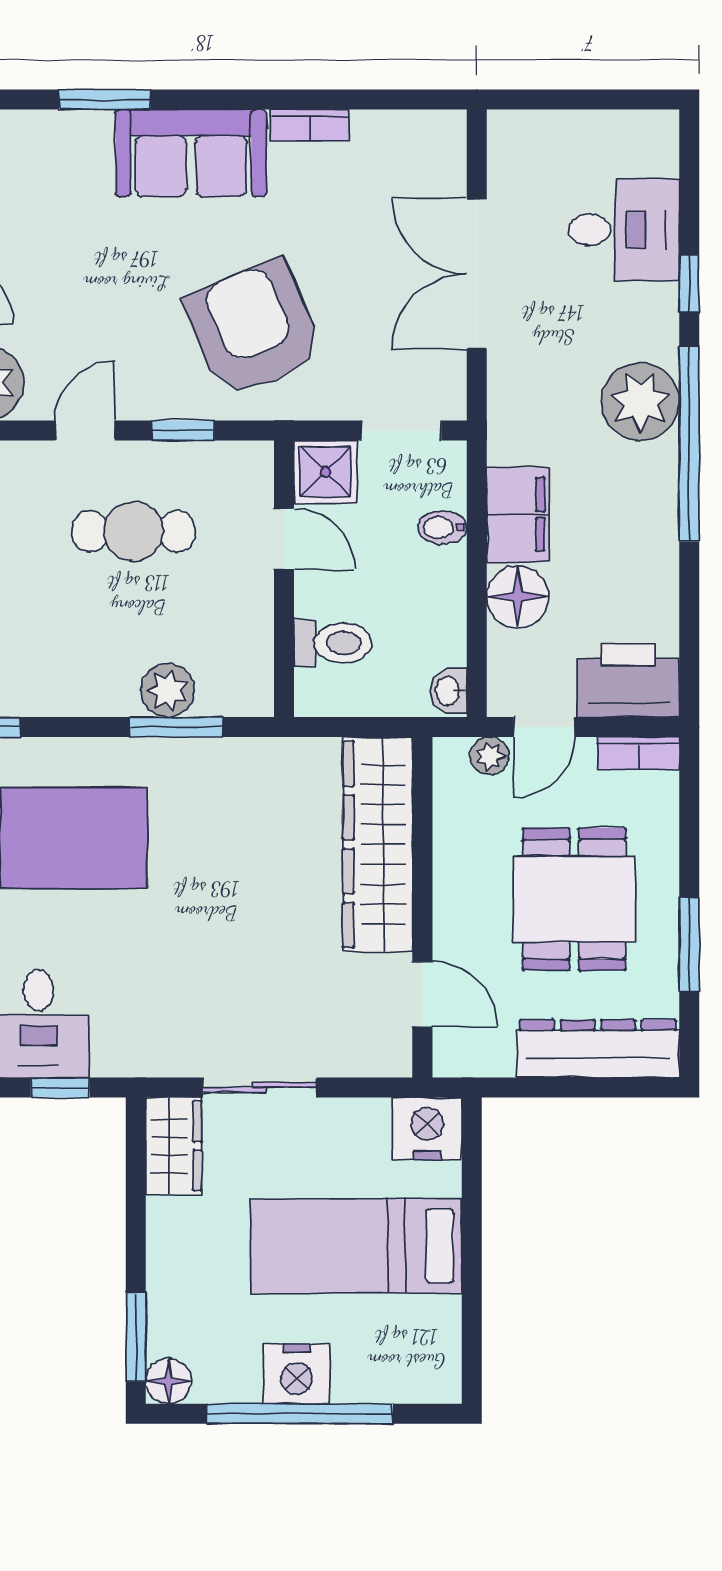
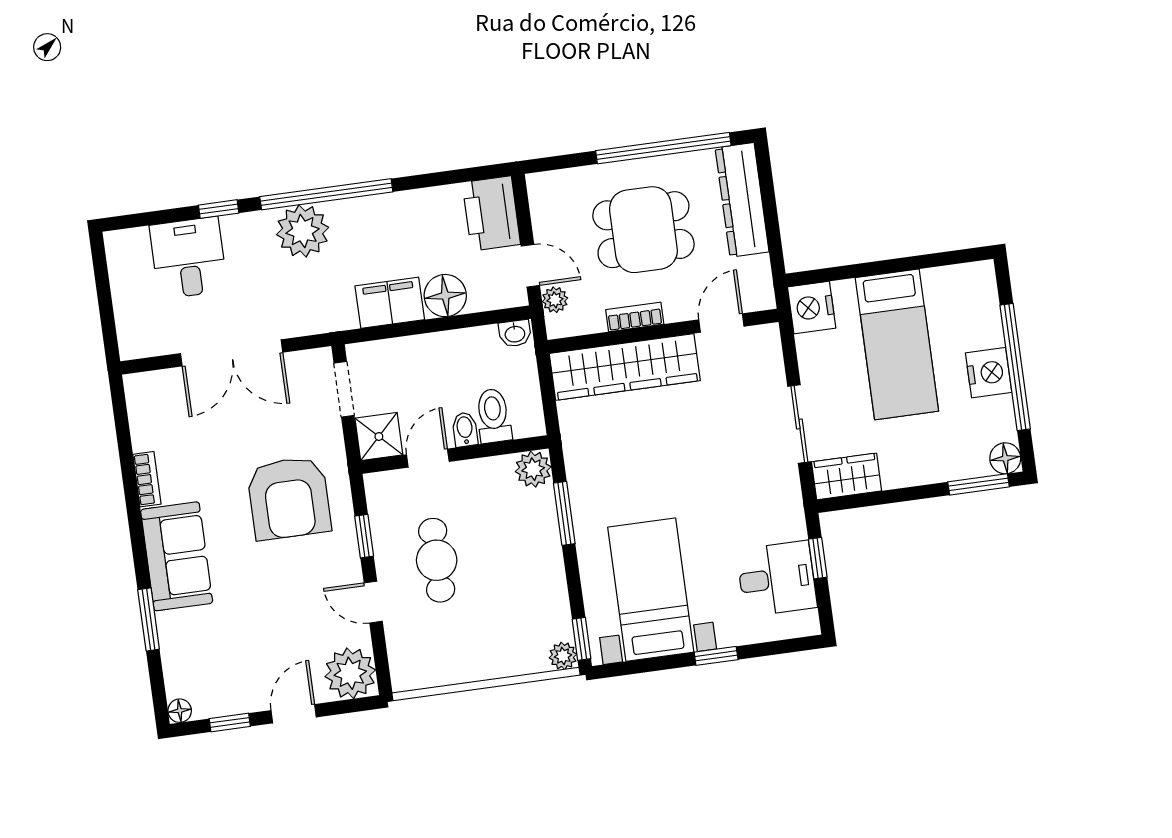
armchair: (254, 328) -> (289, 498), turned -67
bidet: (442, 527) -> (465, 429), moved, turned 180
plant: (168, 690) -> (533, 469), moved
bookcase: (638, 753) -> (635, 317), moved, turned -90
window: (689, 944) -> (663, 148), width x2.11

